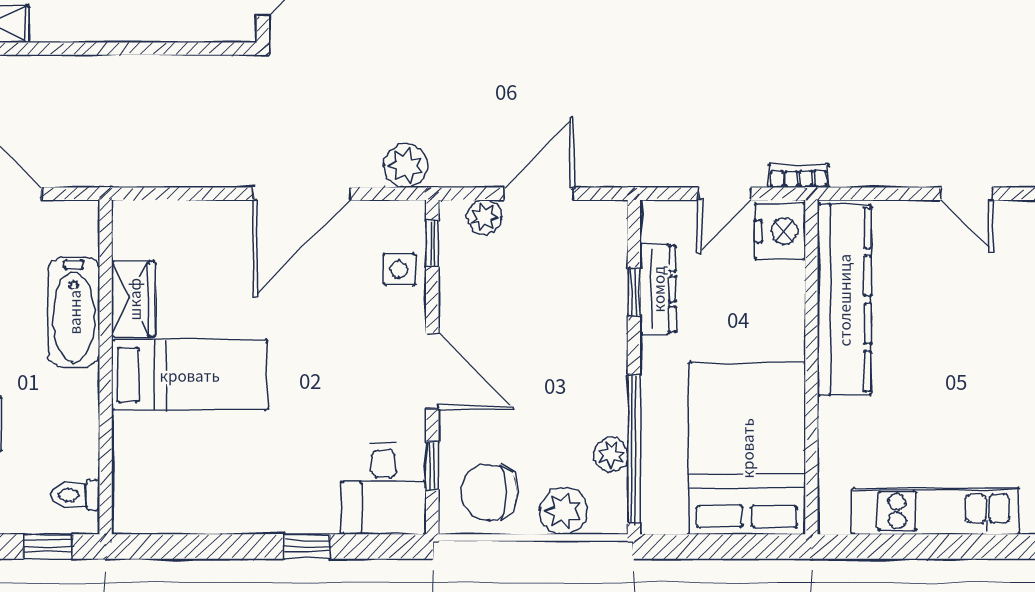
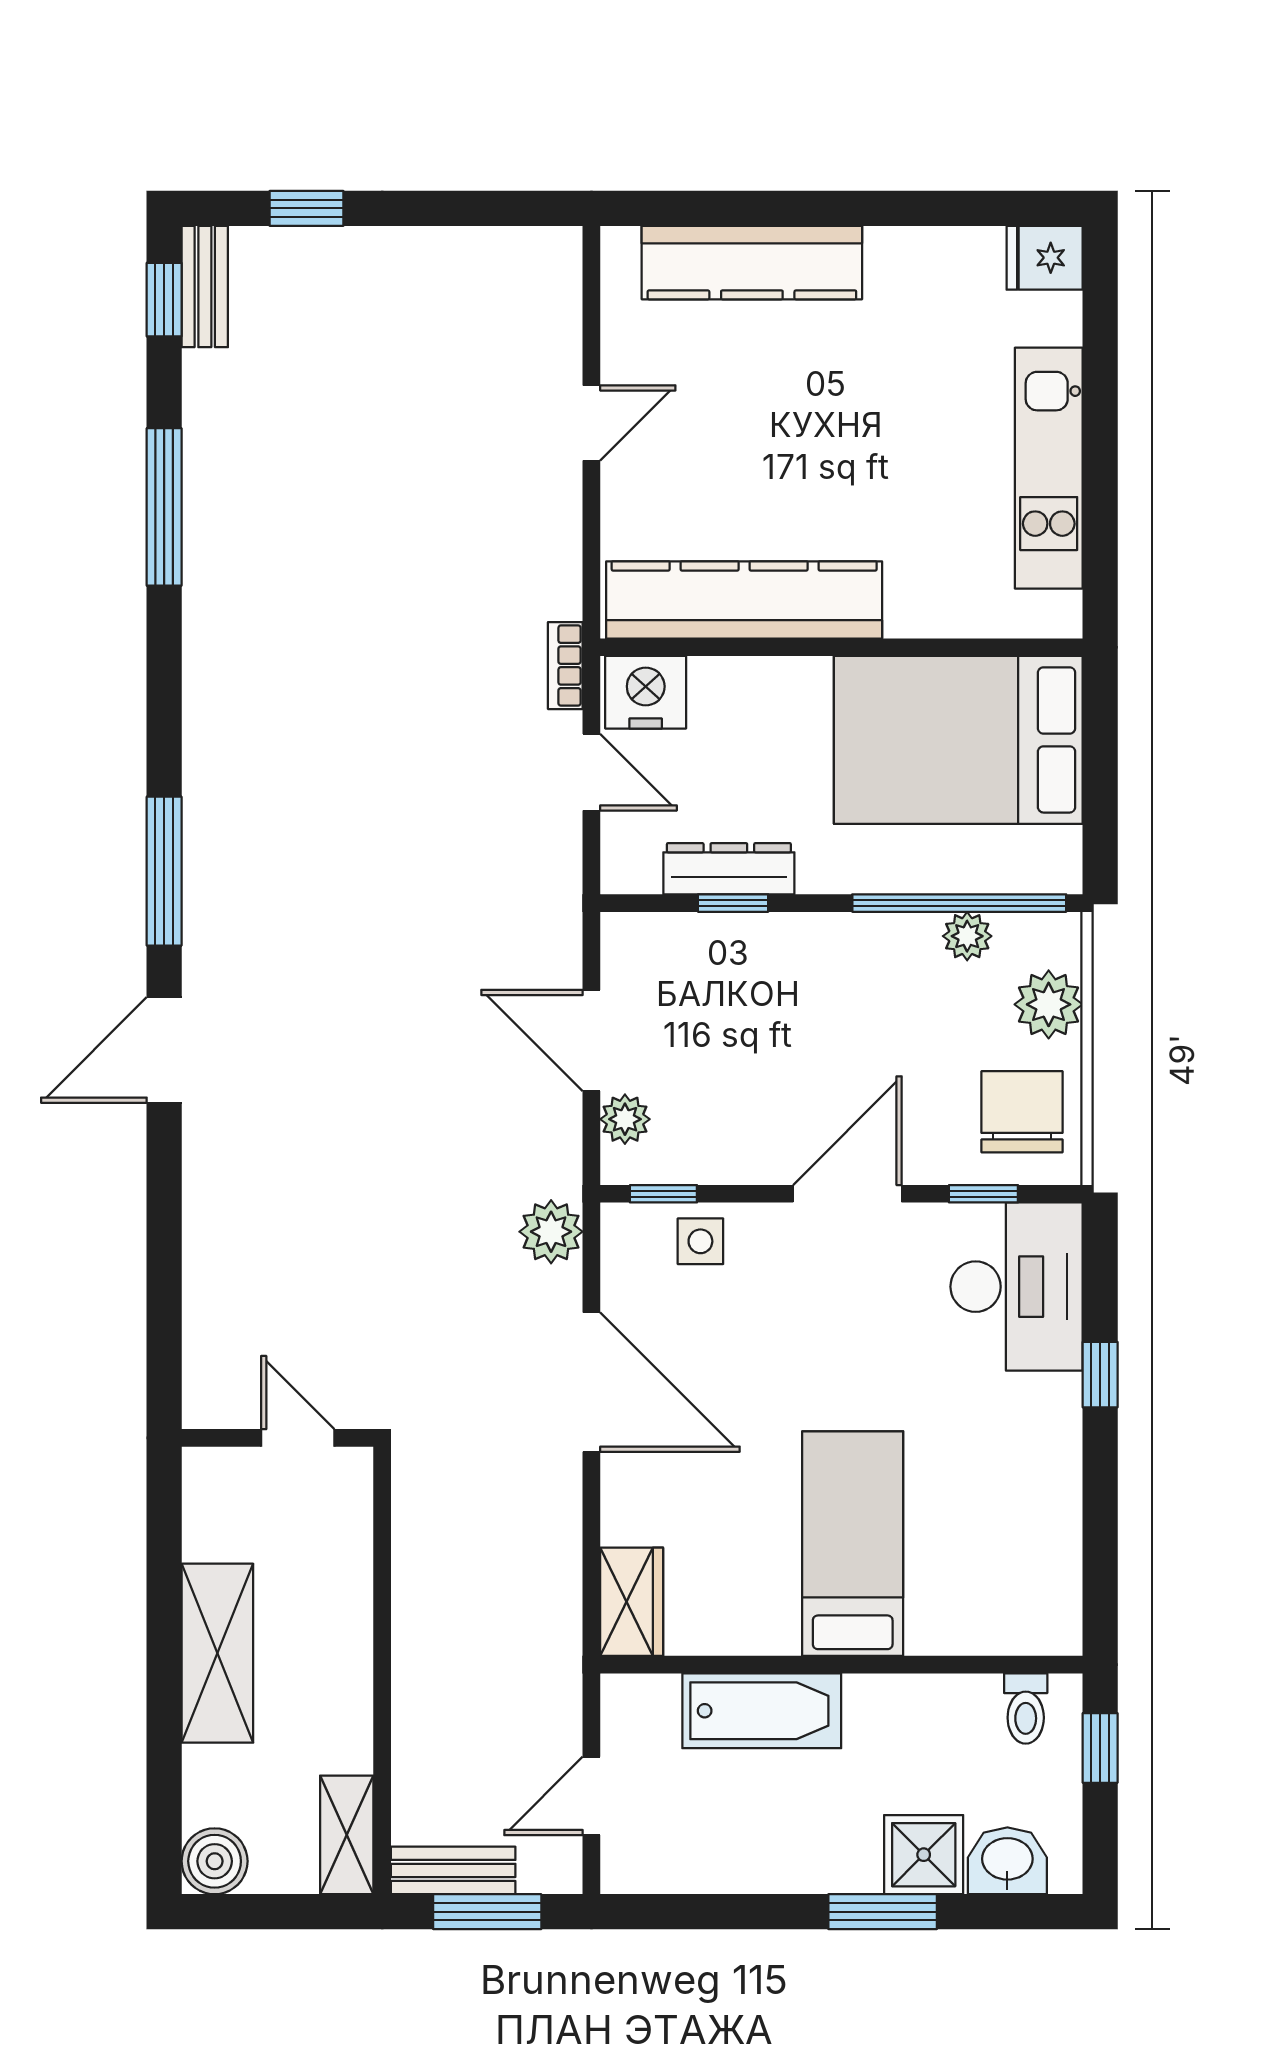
wardrobe: (134, 299) -> (632, 1602), moved, turned 90
desk: (384, 489) -> (1017, 1287), width x1.37
chair: (489, 492) -> (1022, 1112), turned 180

